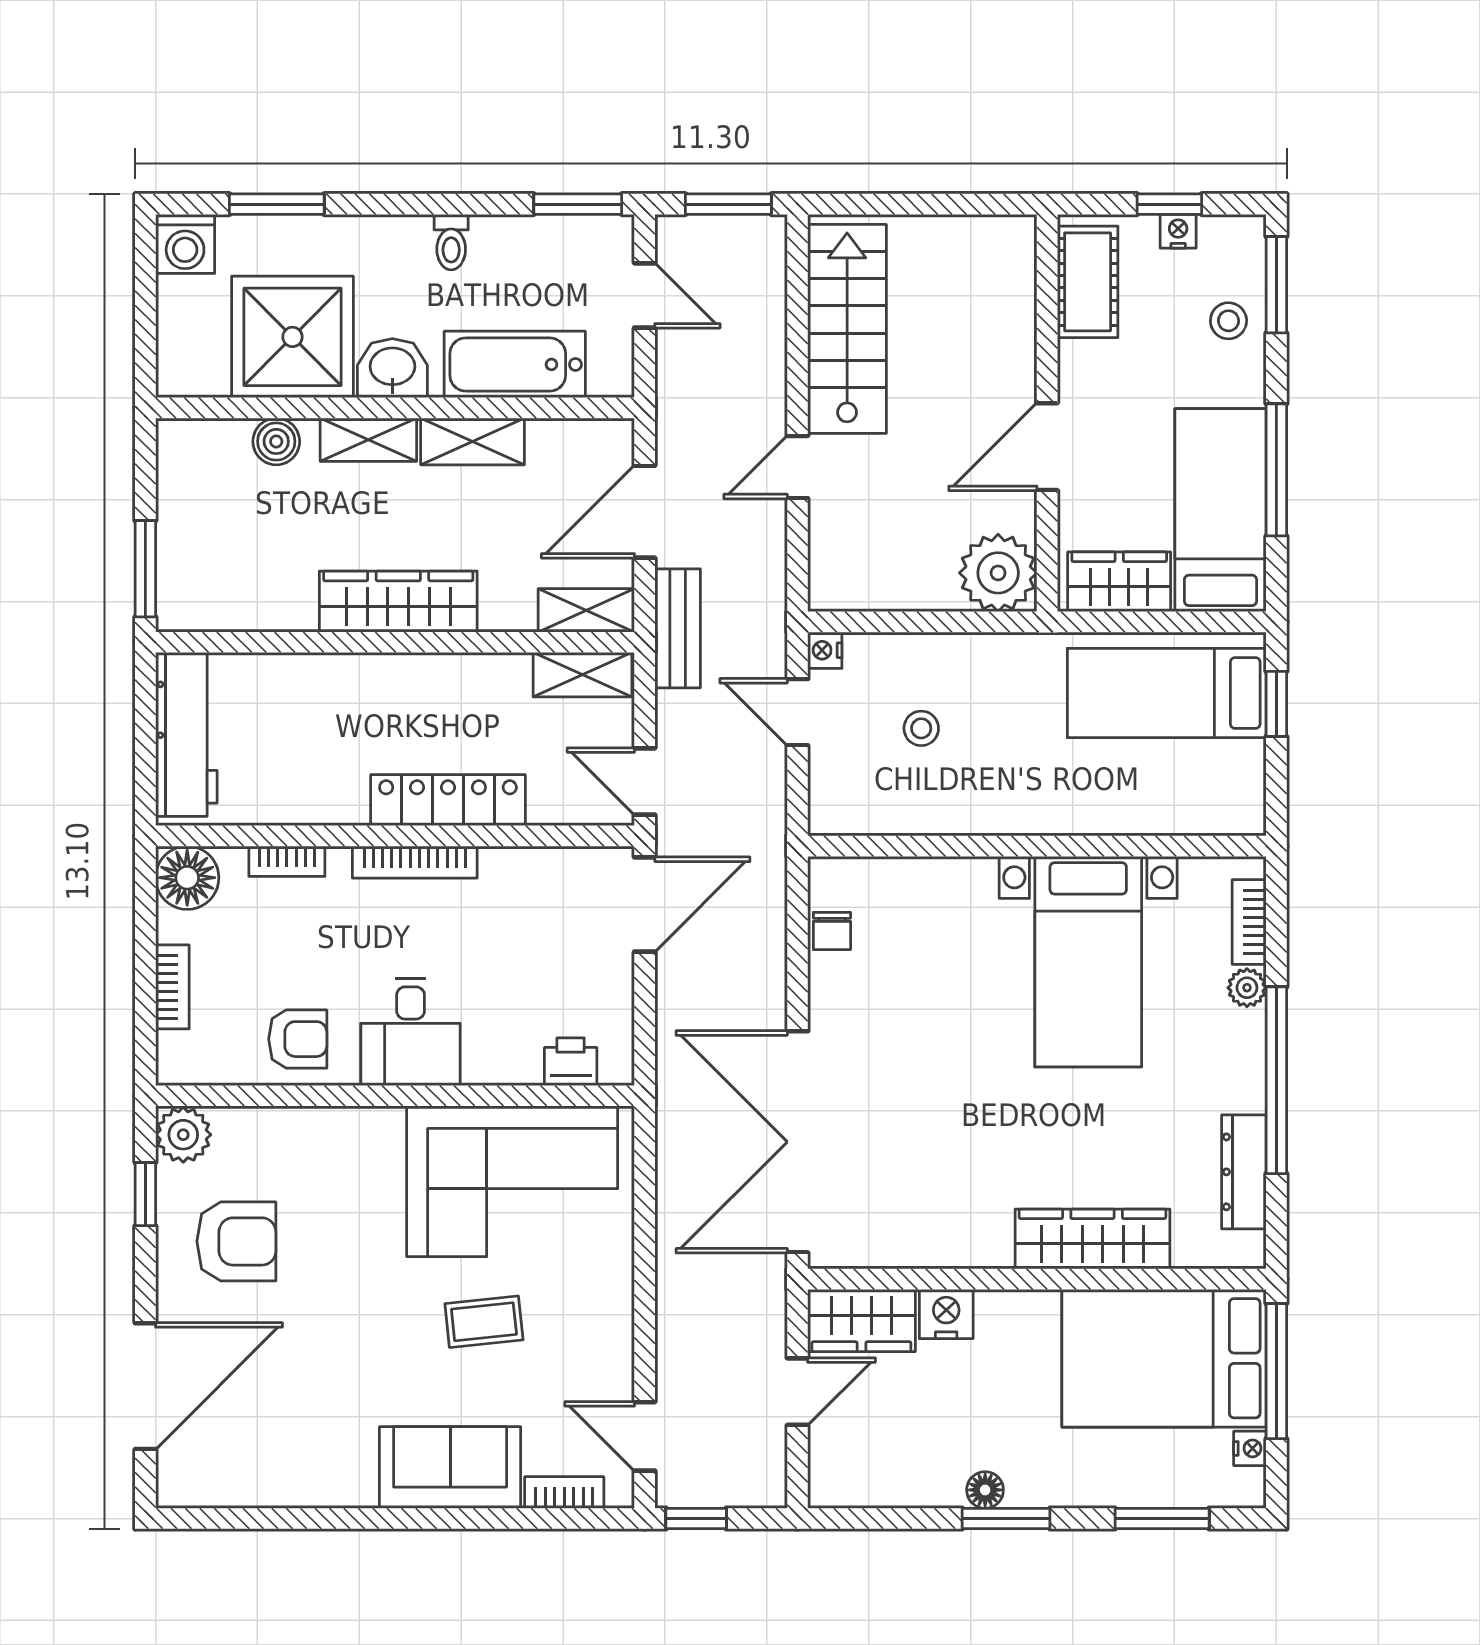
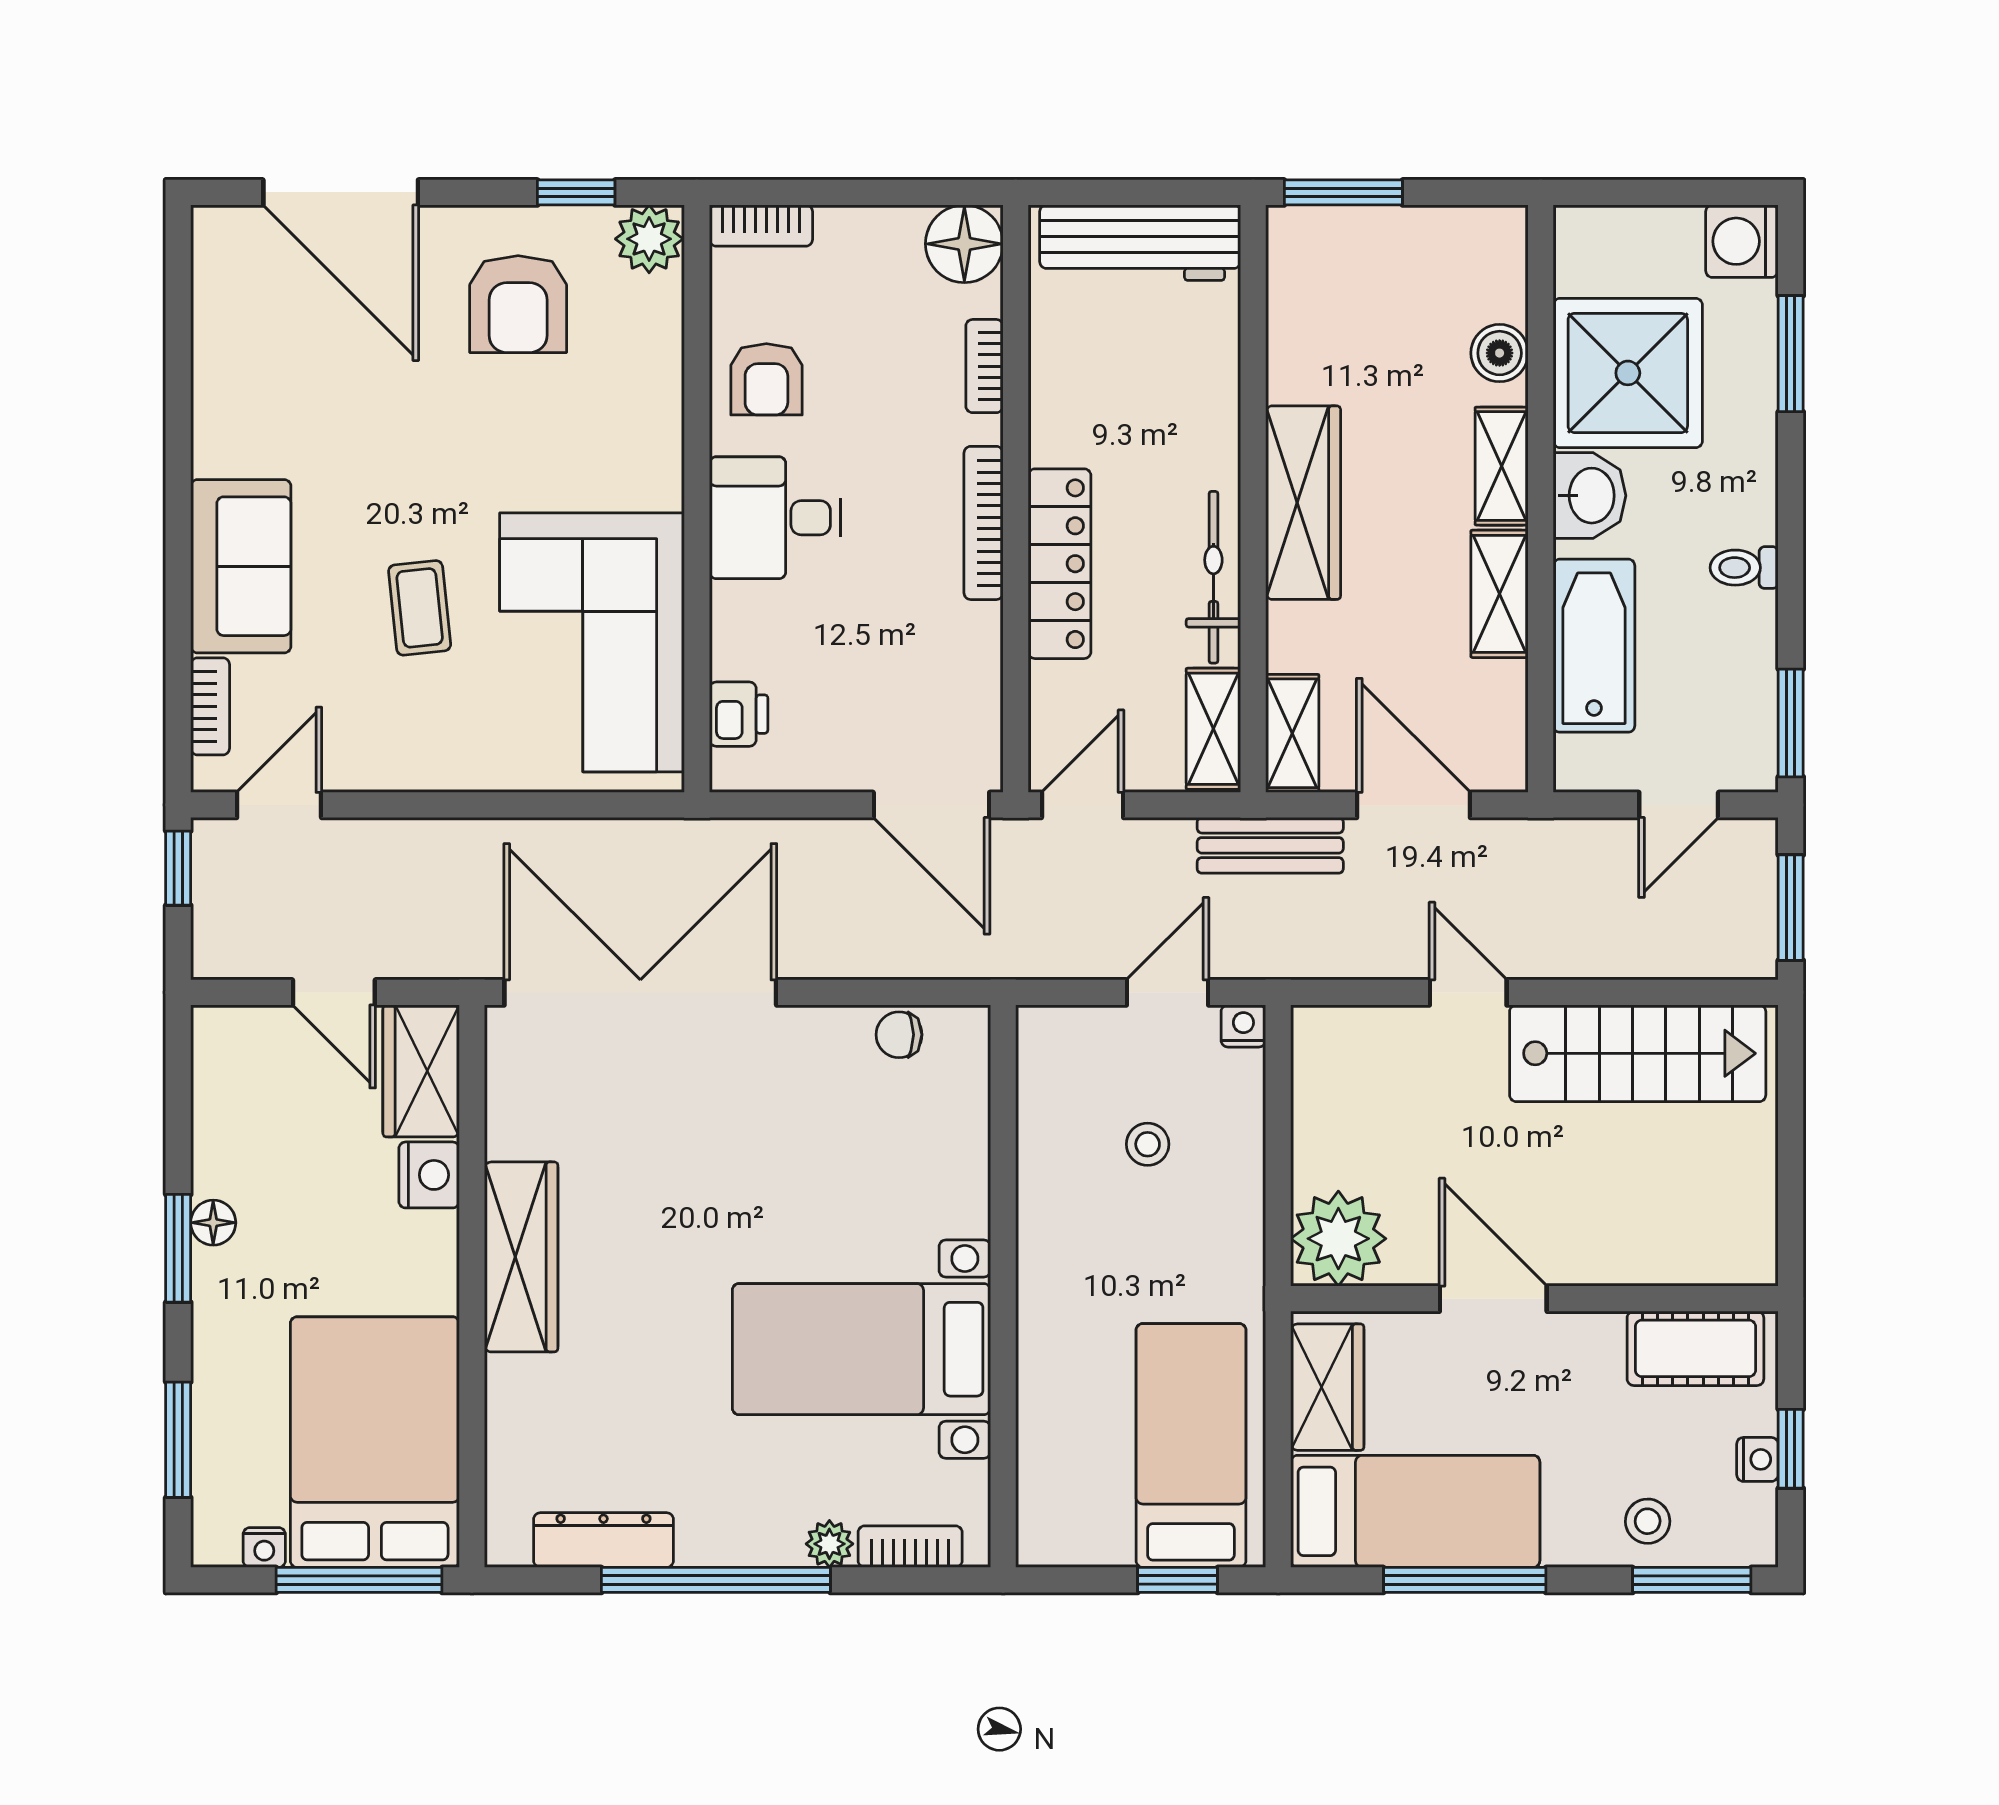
bicycle: (459, 675) -> (1213, 577), added
bookcase: (172, 987) -> (761, 226), moved
wardrobe: (1092, 1239) -> (521, 1257), moved

